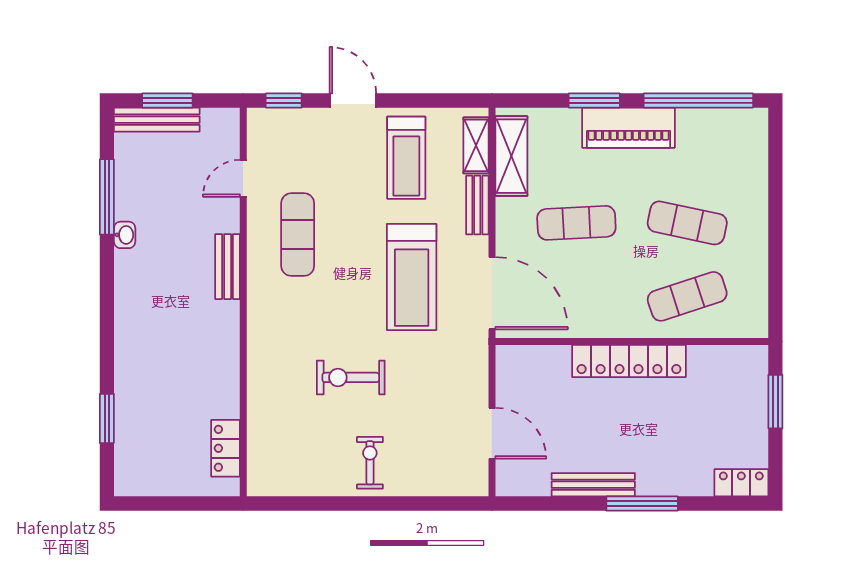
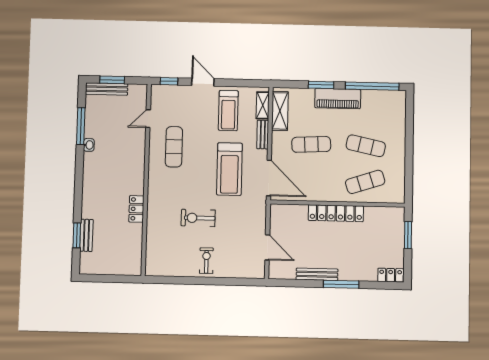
bench: (228, 267) -> (86, 235), moved
locker: (226, 448) -> (136, 209), moved

